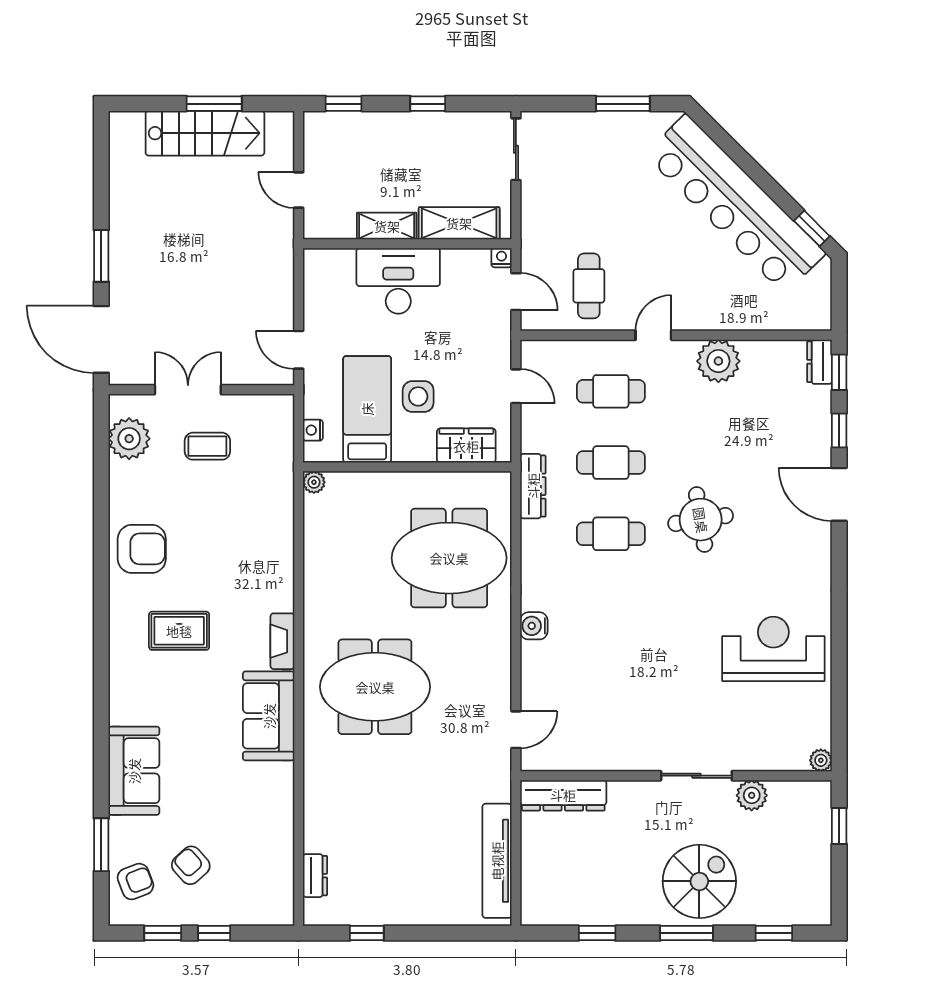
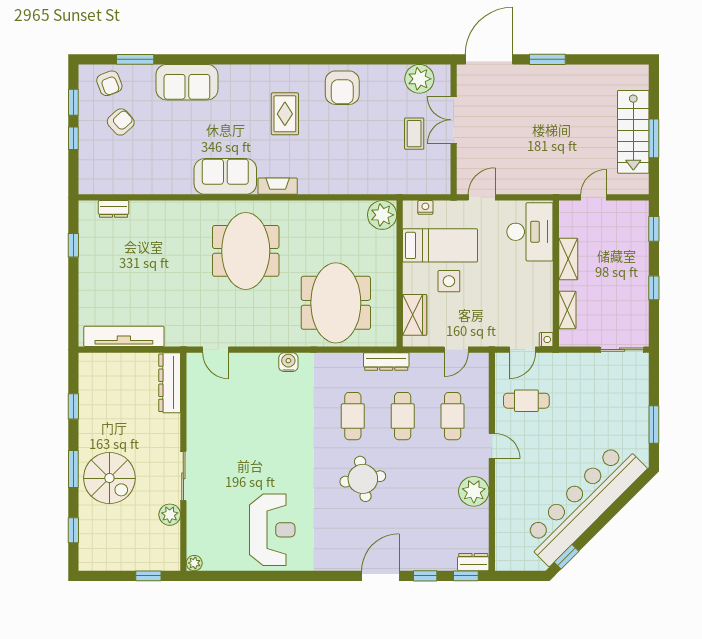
shelving: (459, 223) -> (567, 310), width x0.67, depth x0.75
desk: (398, 281) -> (530, 232), moved
double door: (188, 390) -> (454, 120), swing flipped
plant: (314, 482) -> (382, 215), width x1.88, depth x1.88

